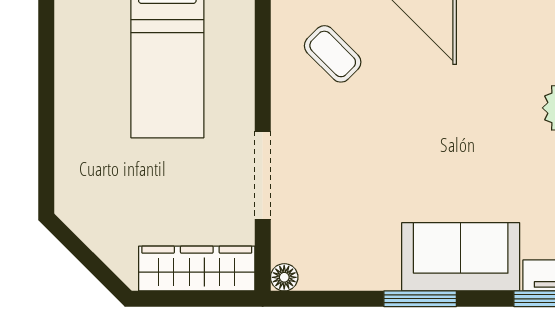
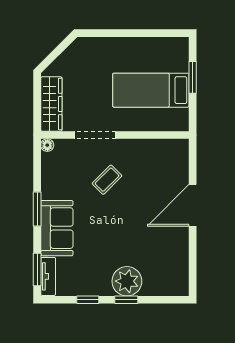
coffee table: (333, 54) -> (107, 180), moved

